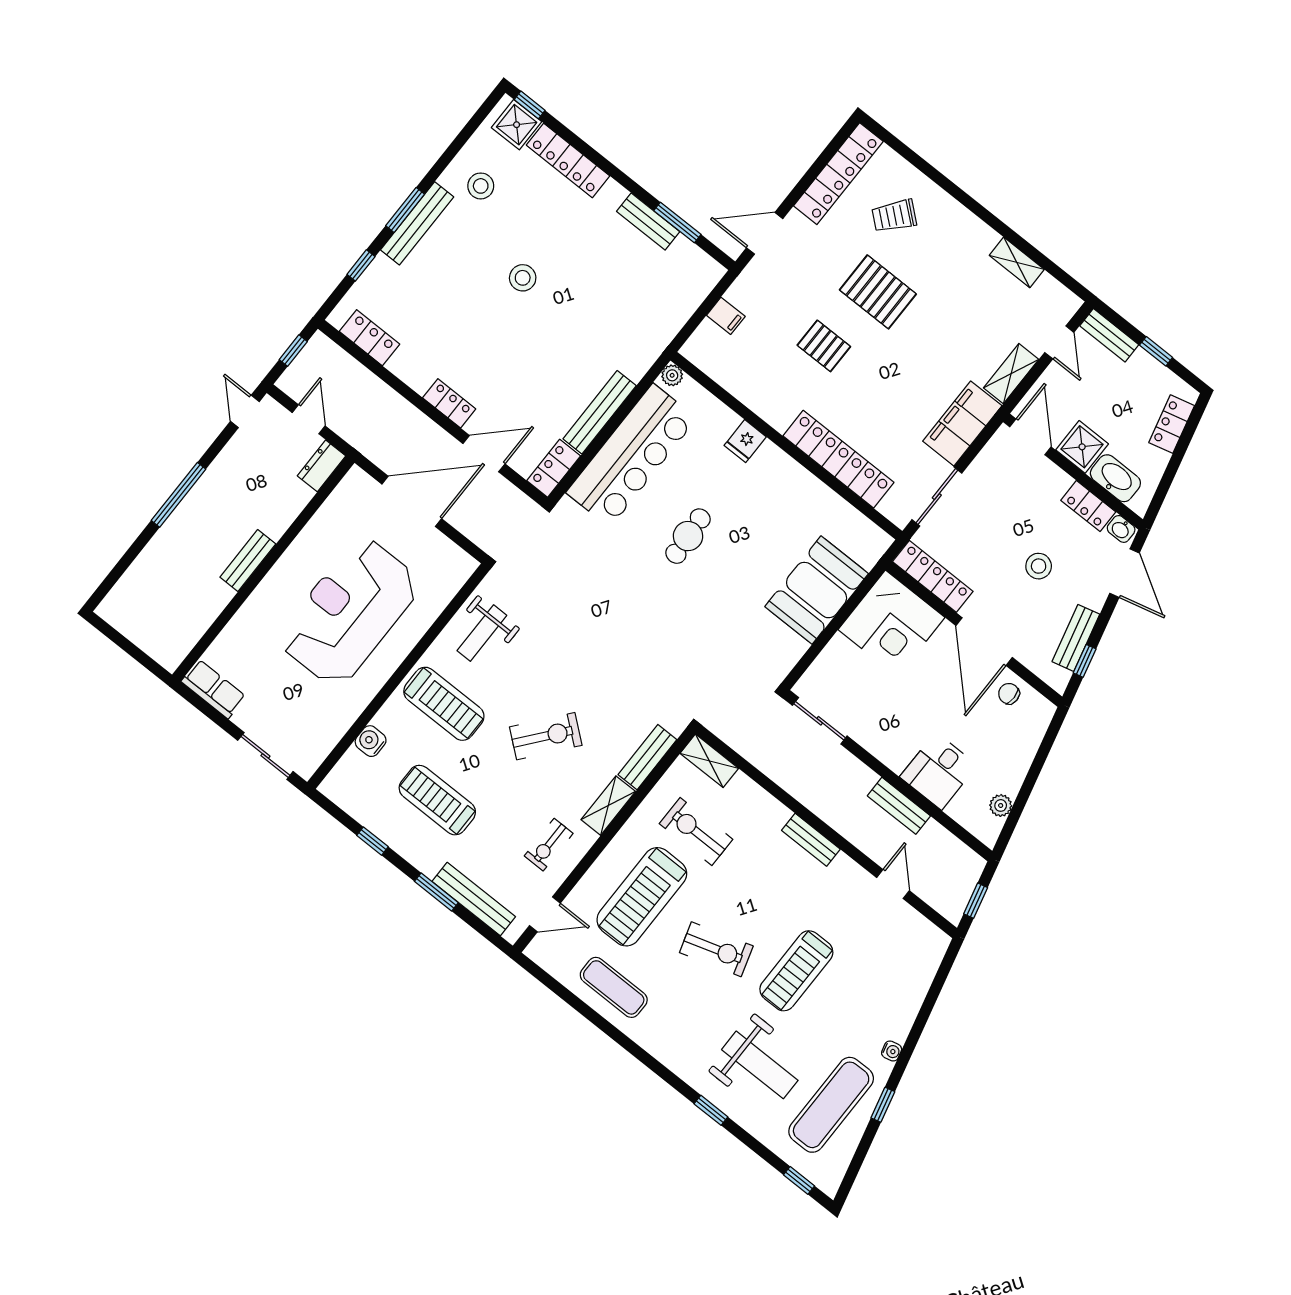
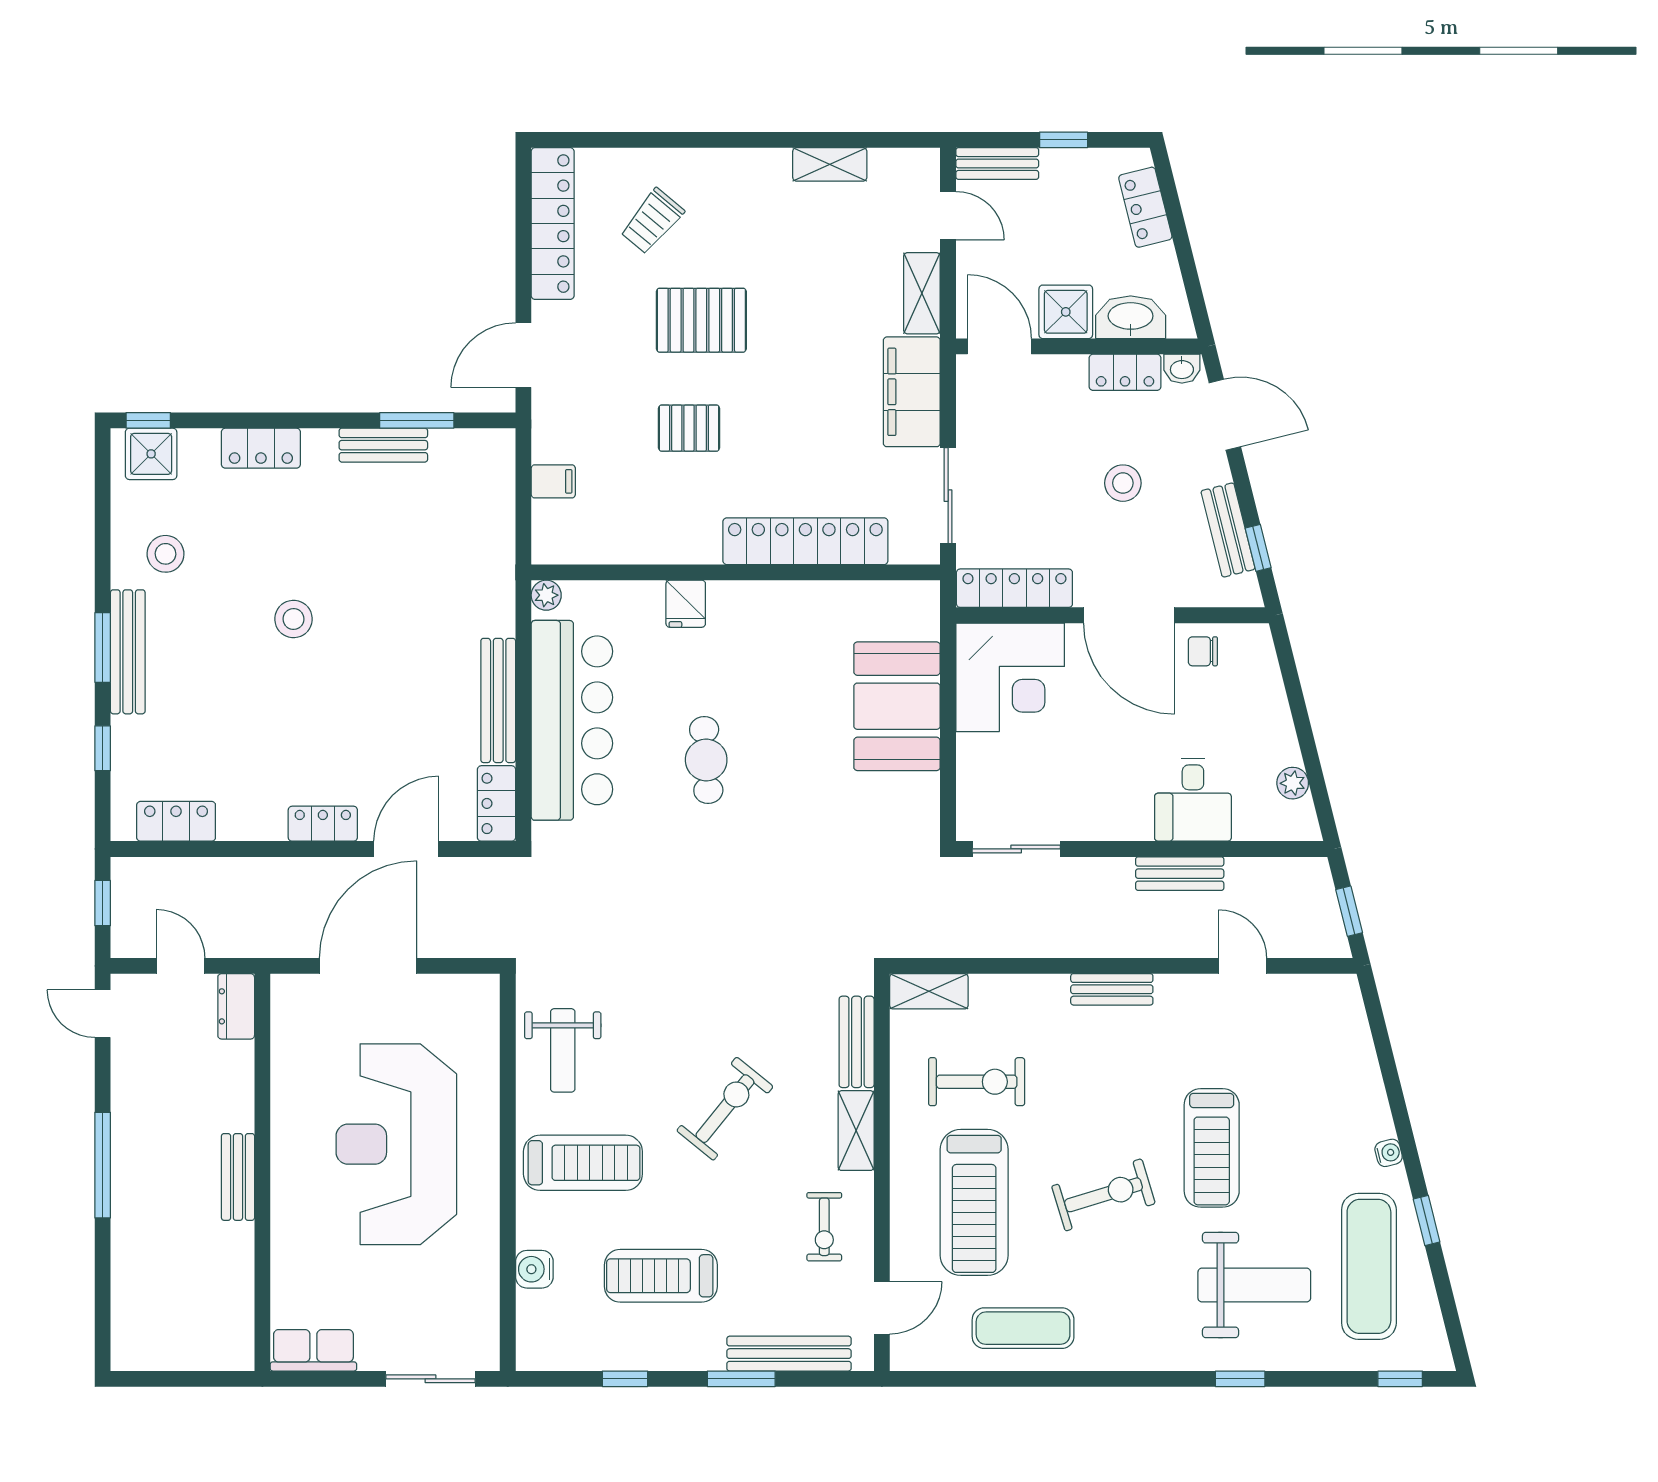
locker: (568, 160) -> (261, 448), width x0.66
exercise bike: (696, 831) -> (977, 1082), turned 180

